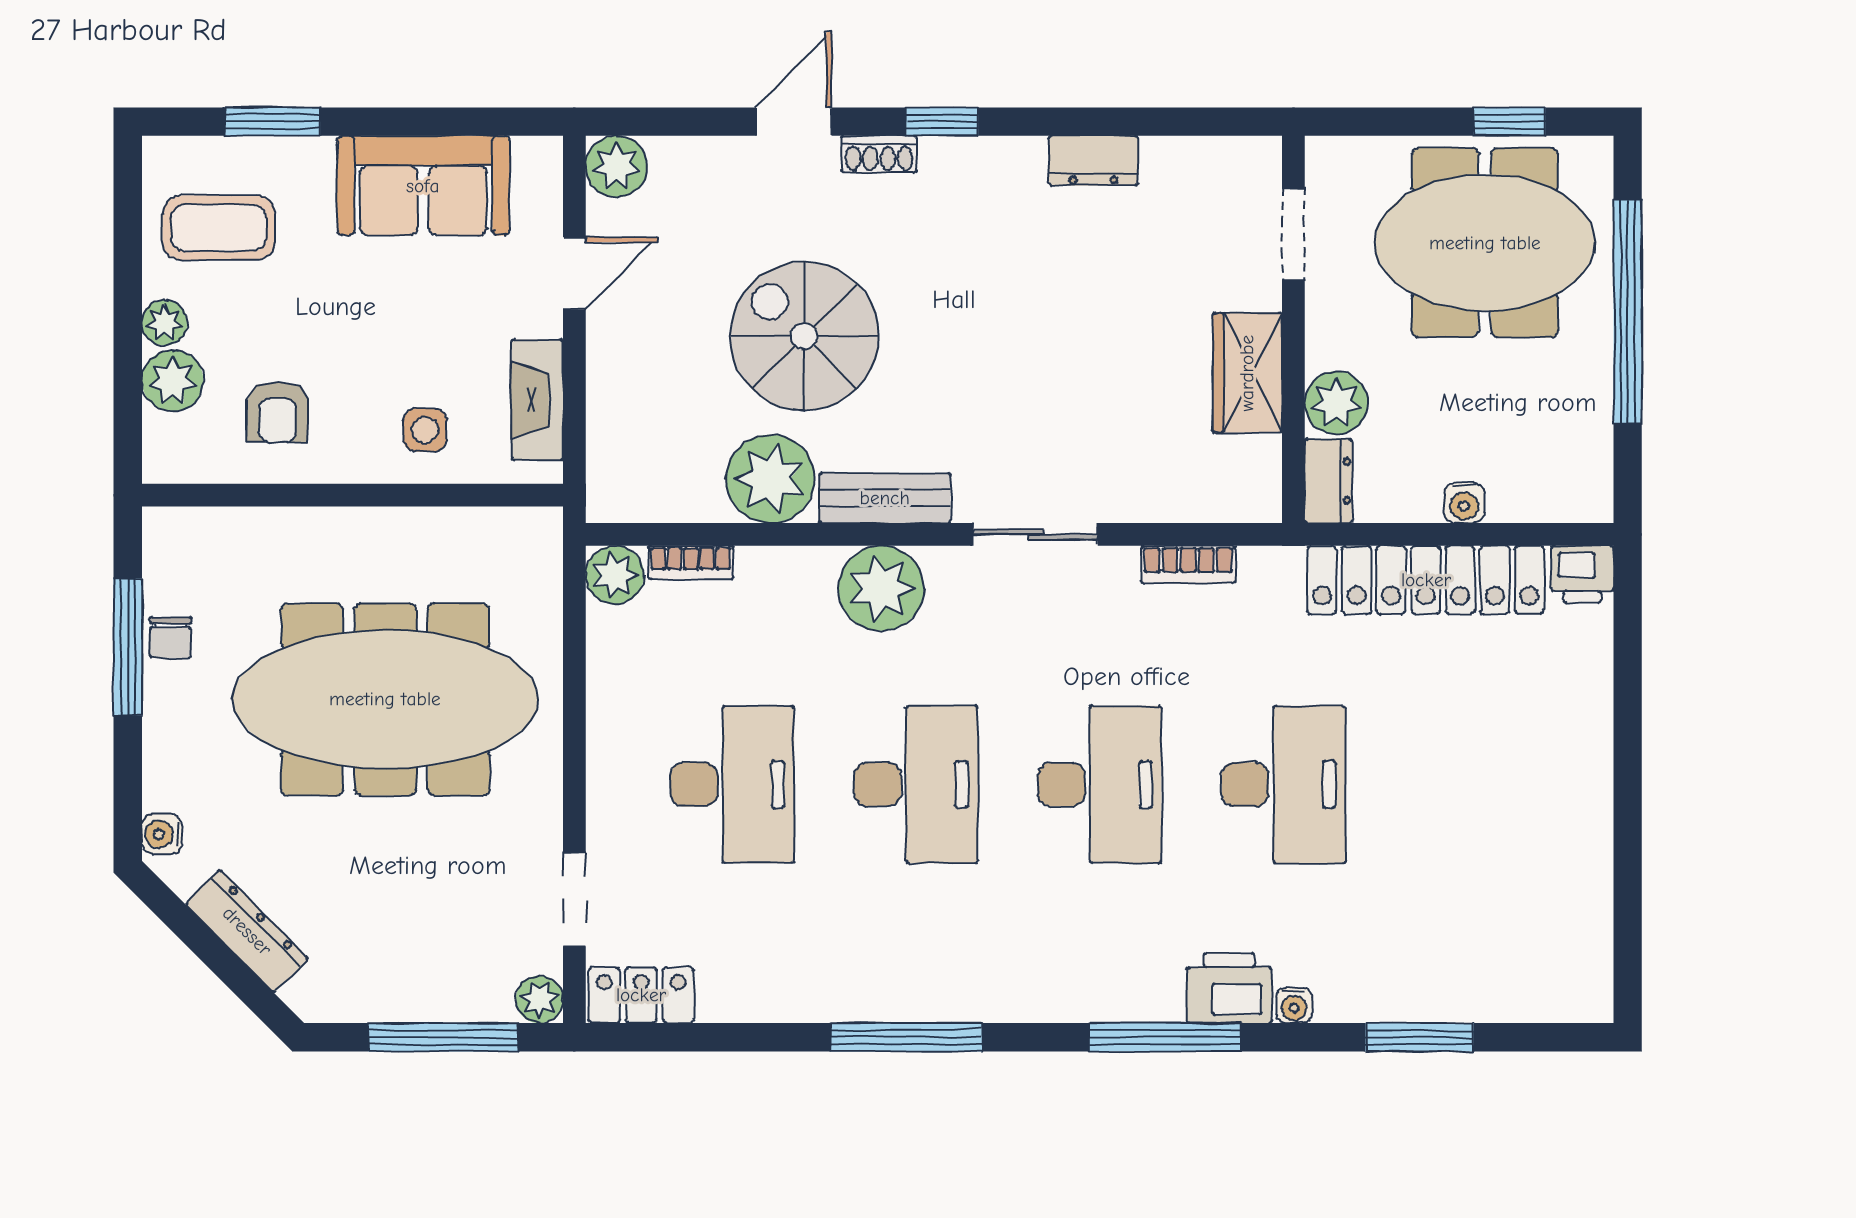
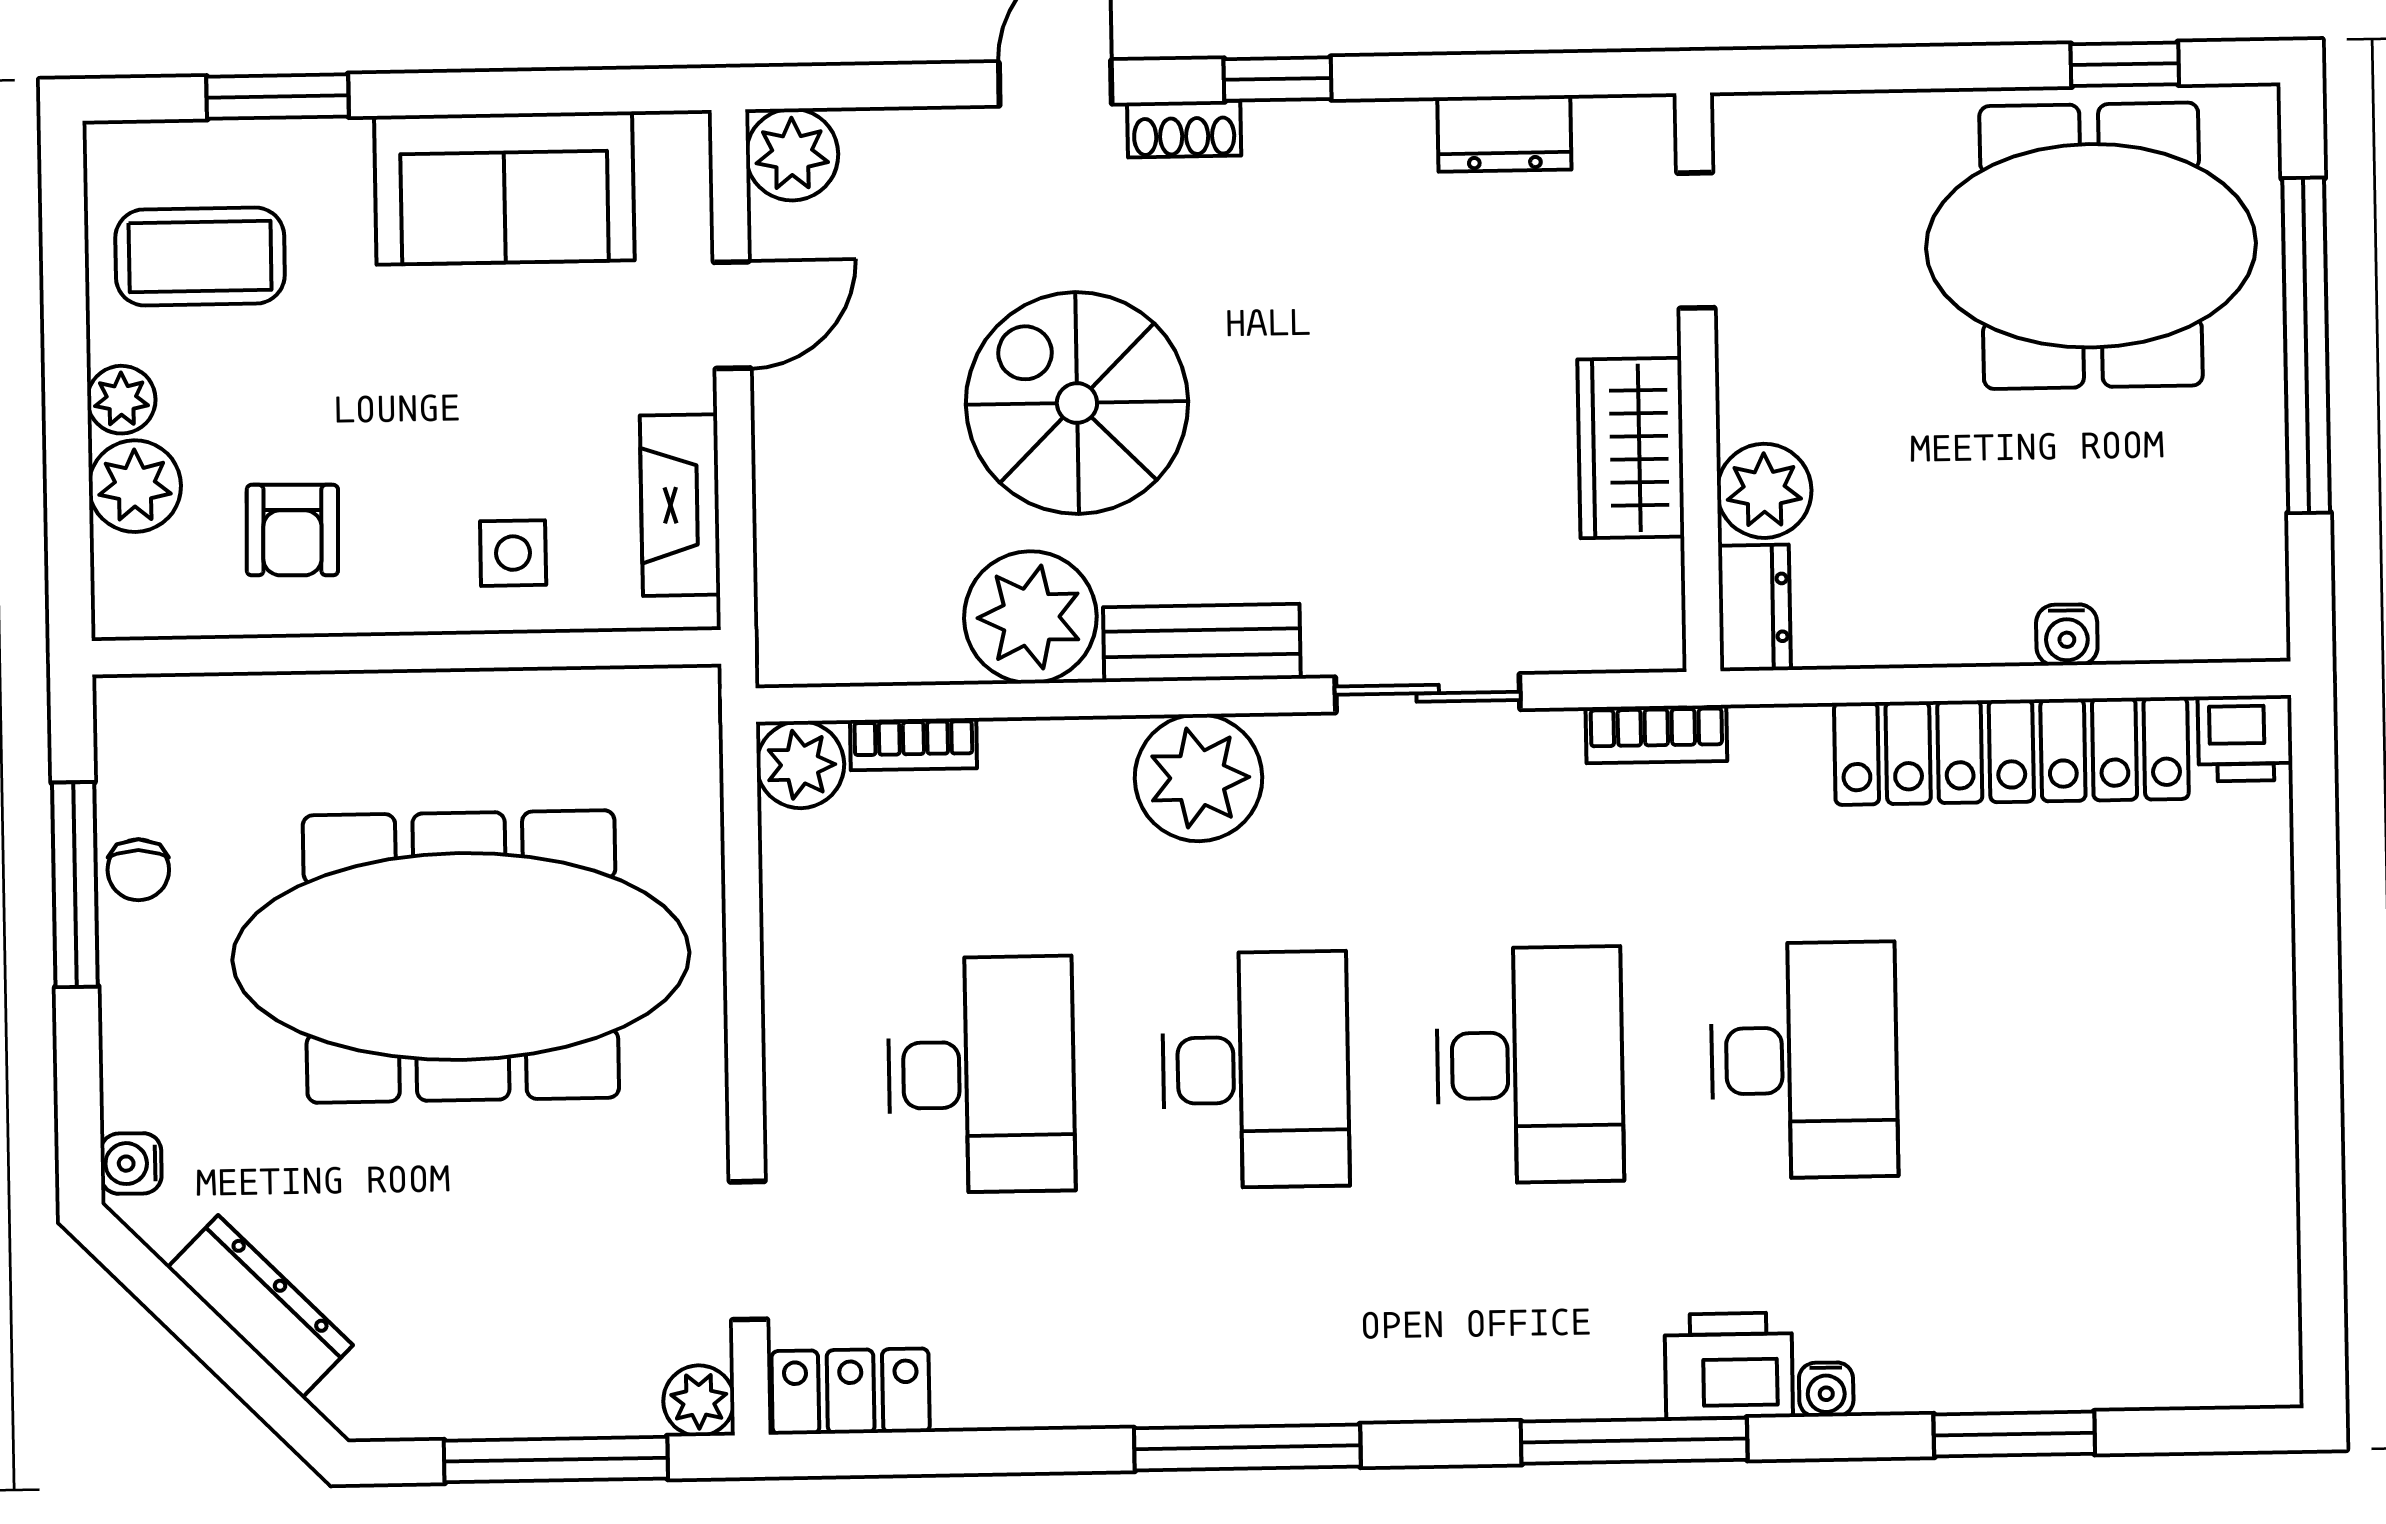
doorway: (1293, 234) -> (1696, 240), moved
wall: (1293, 329) -> (1698, 382), moved
wardrobe: (1247, 373) -> (1631, 448), moved
plant: (1336, 403) -> (1764, 491), moved
dresser: (1328, 481) -> (1754, 608), moved

